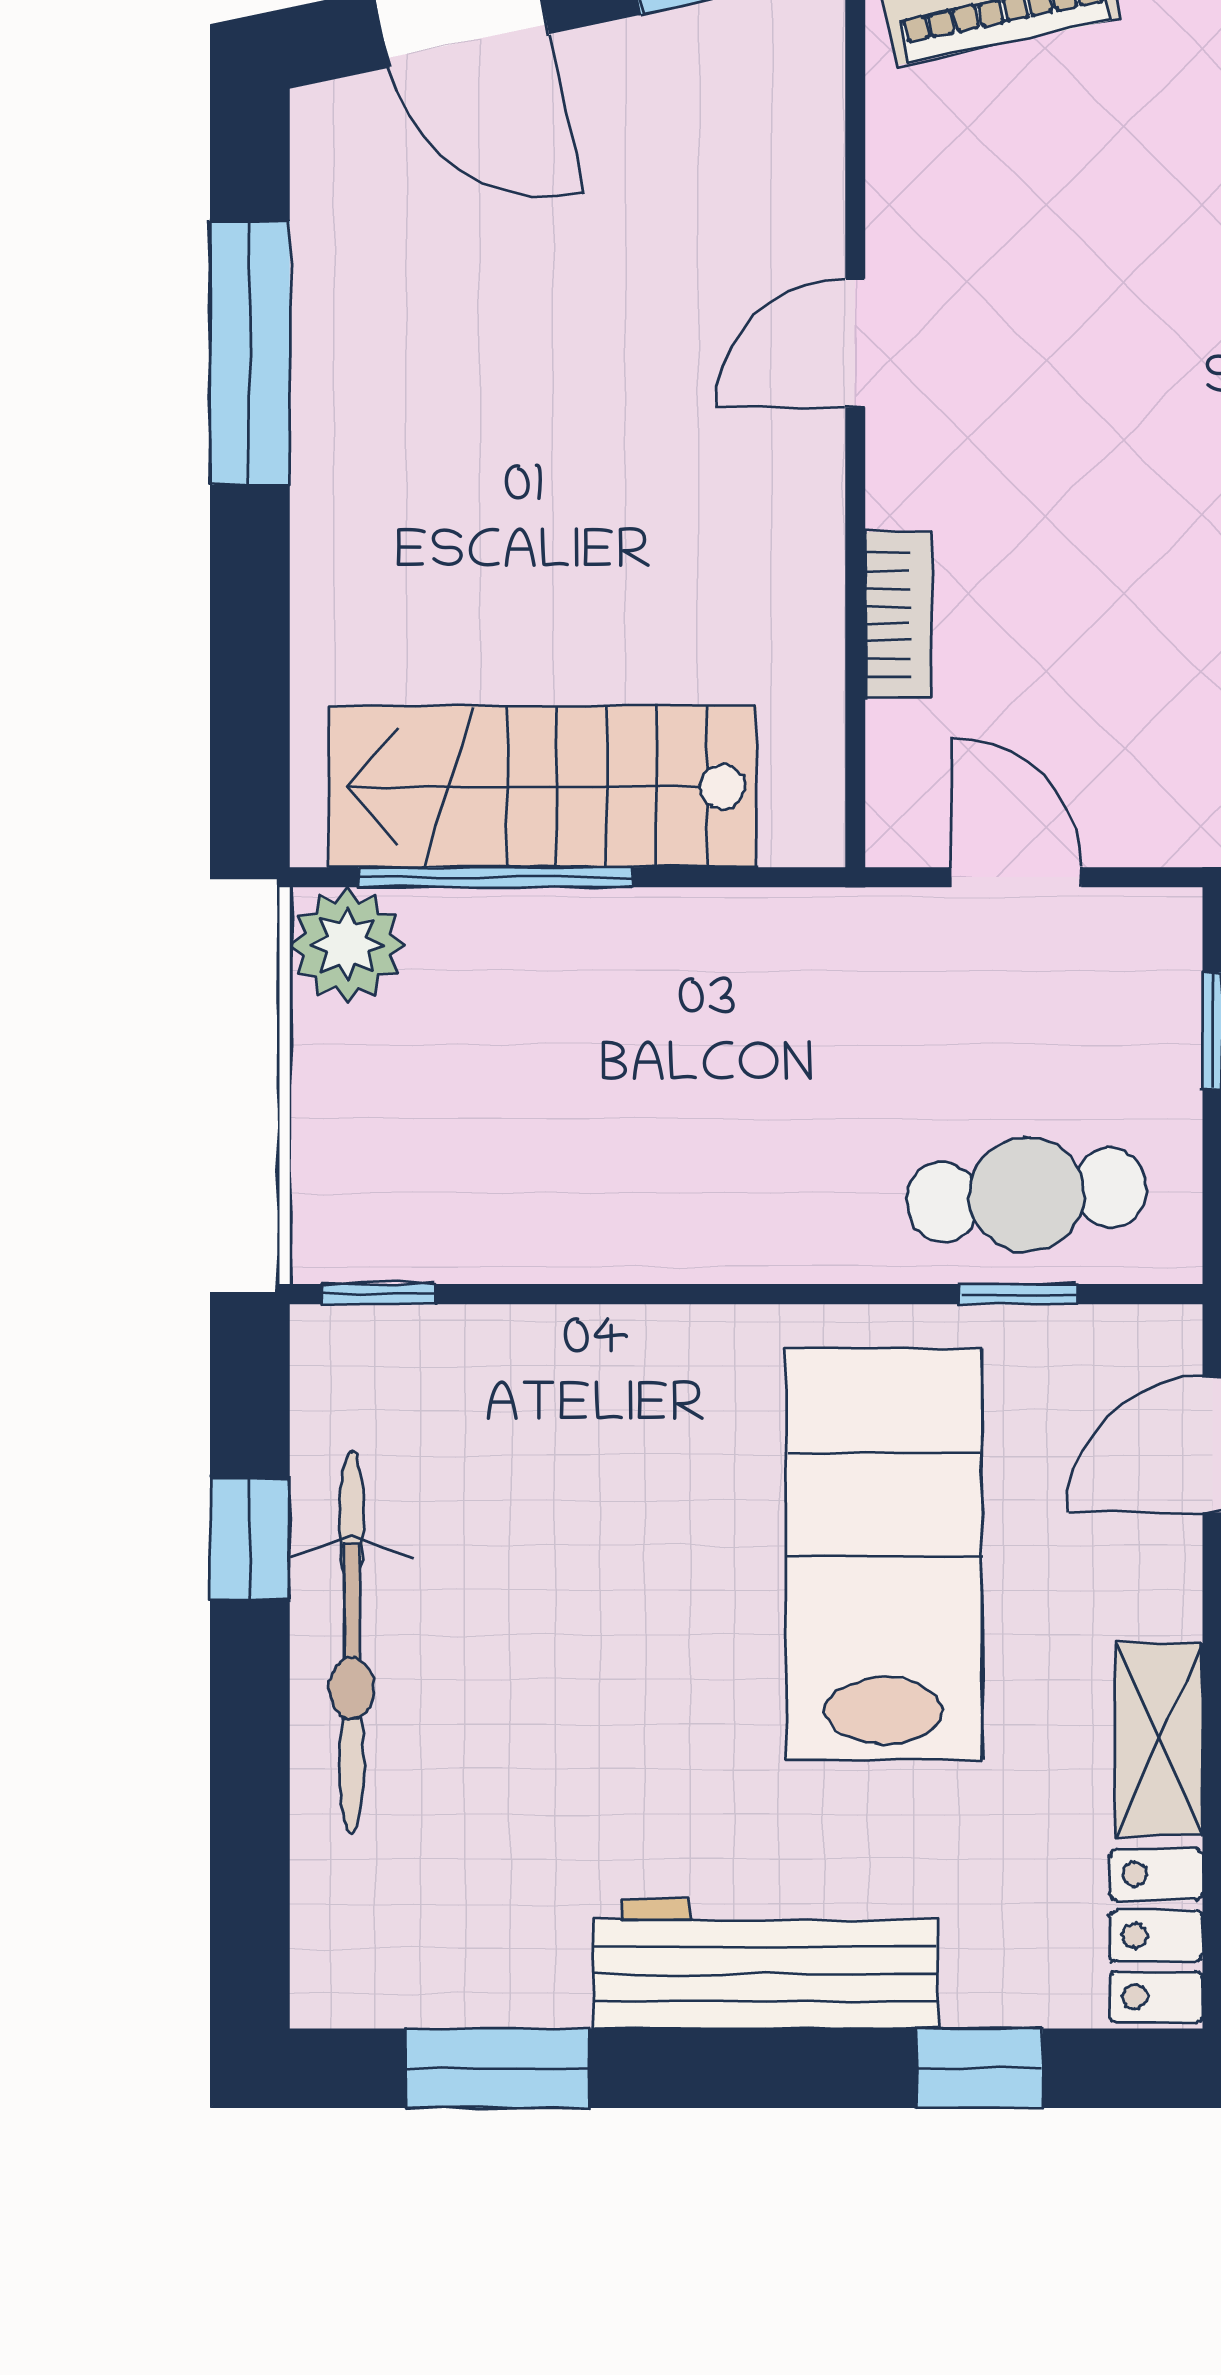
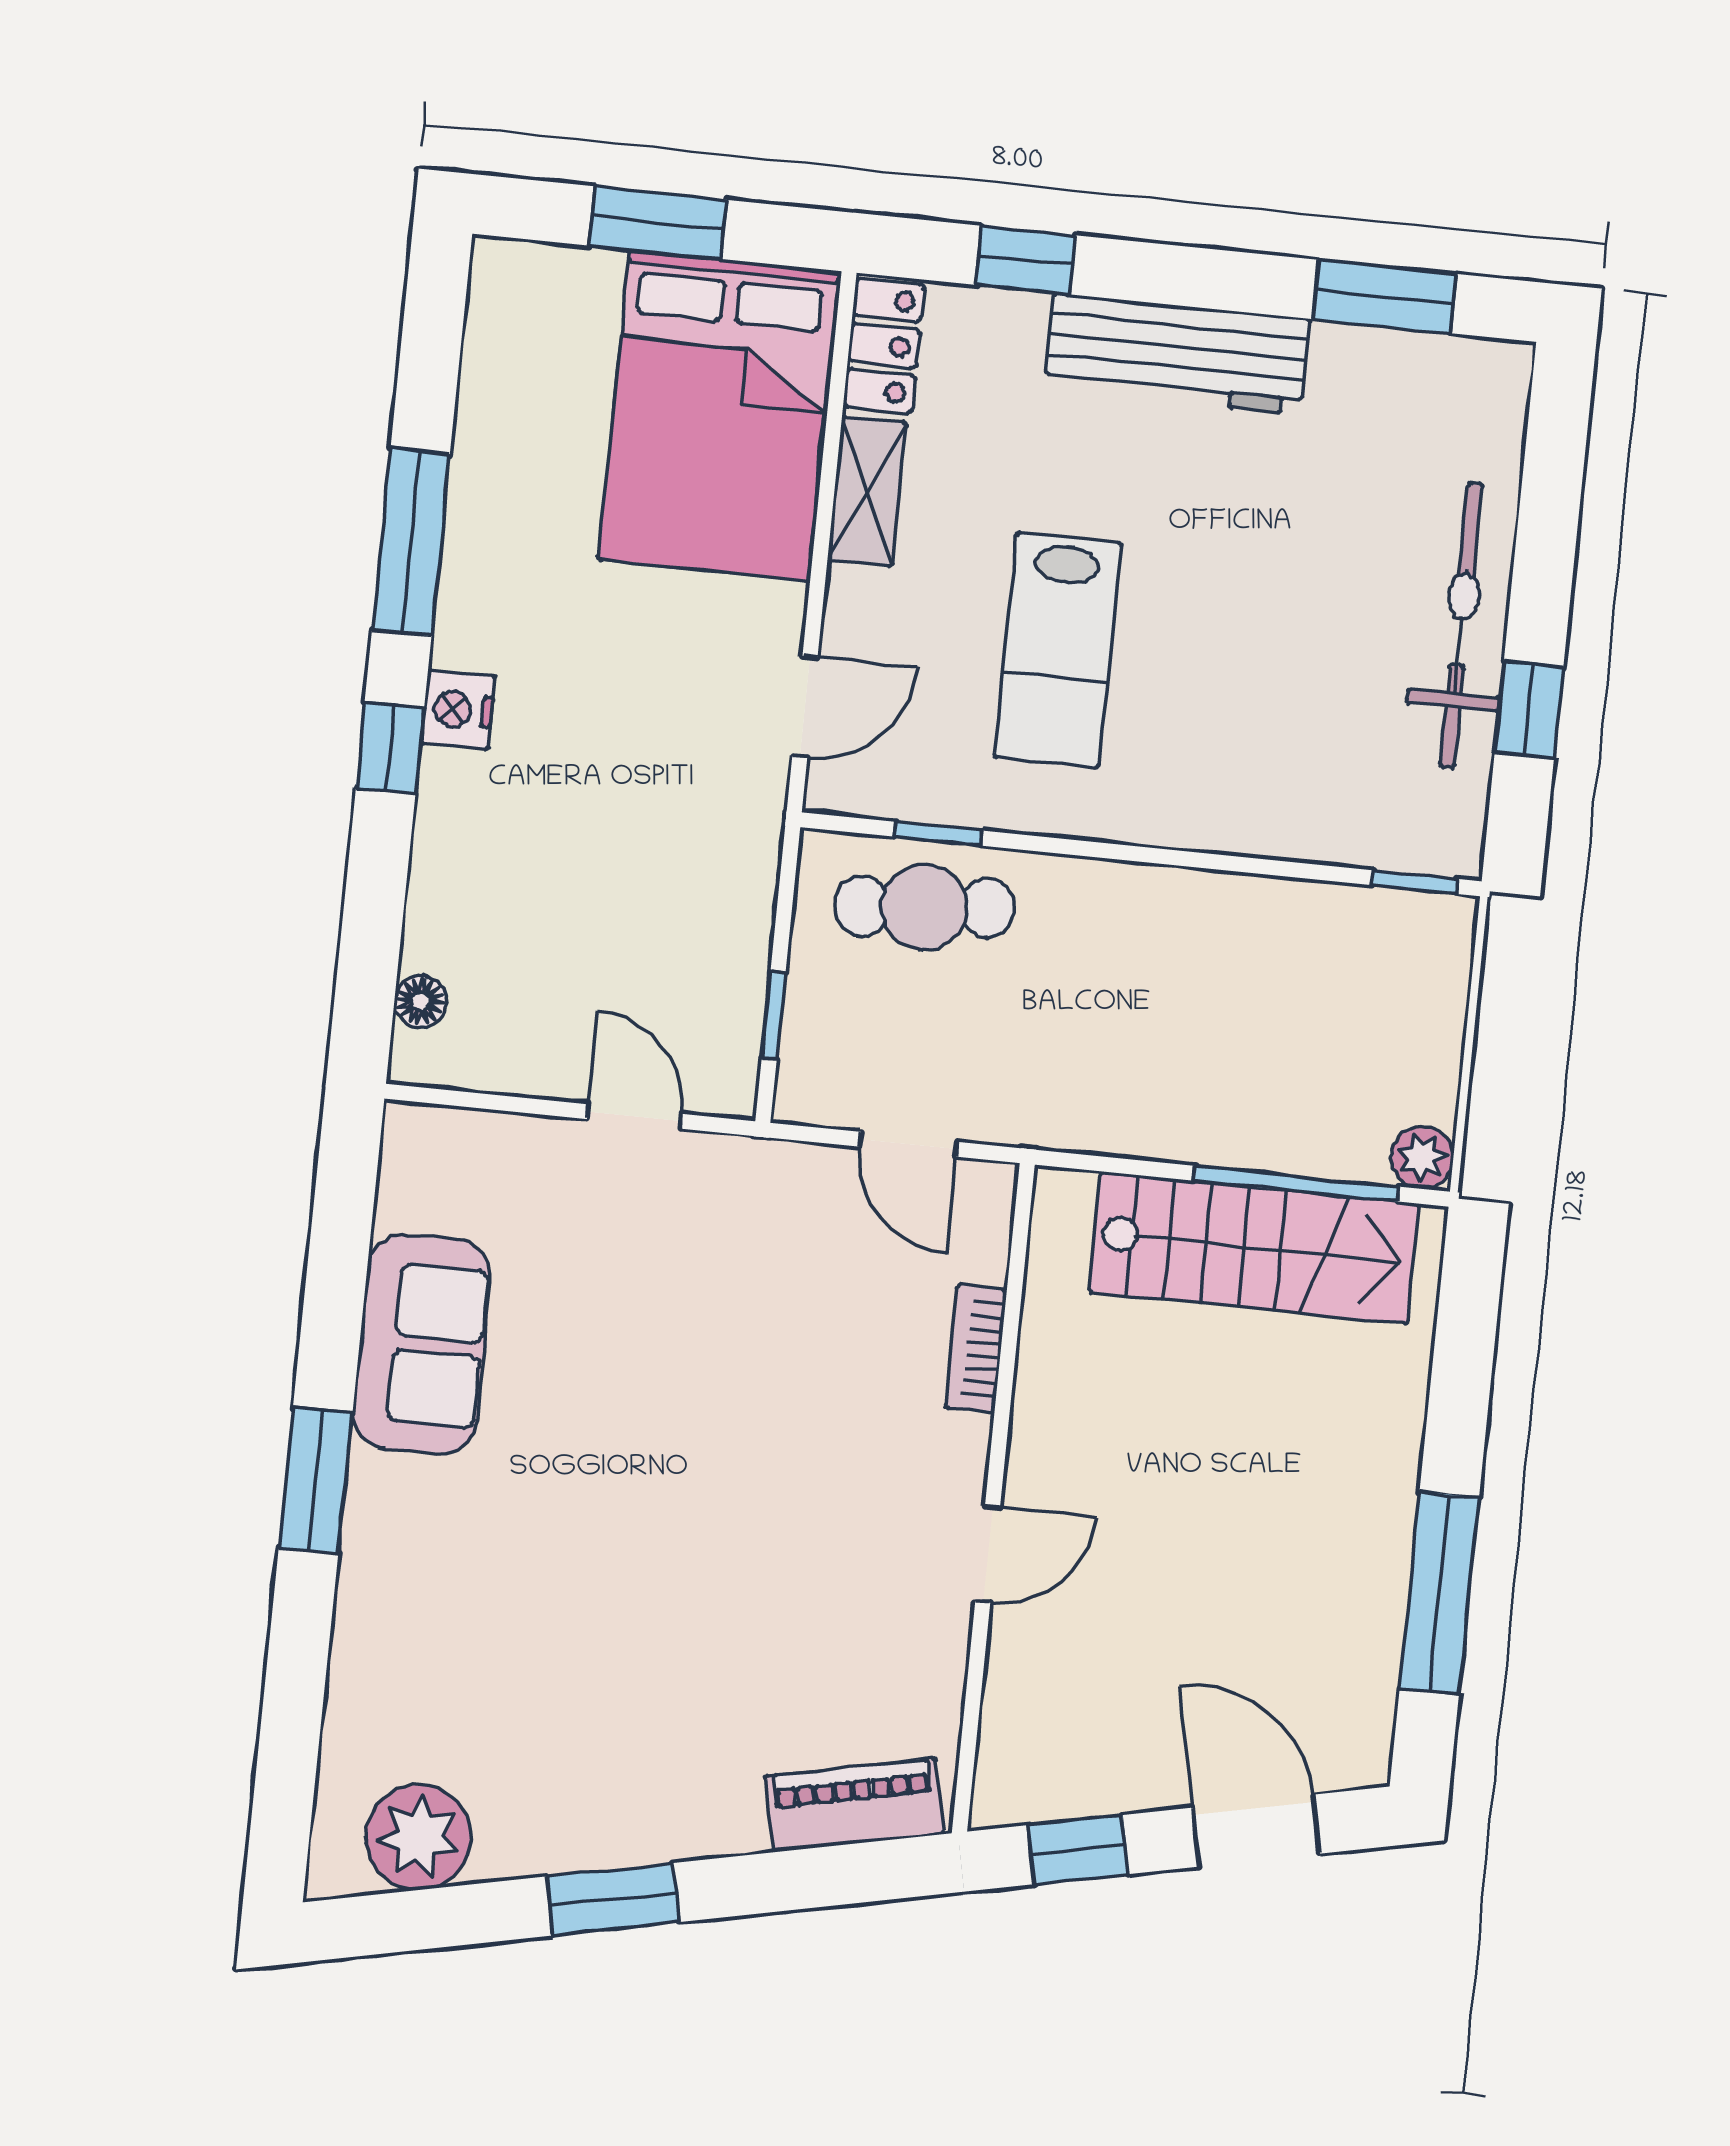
plant: (347, 945) -> (1422, 1158), width x0.73, depth x0.73
lab bench: (884, 1554) -> (1058, 650), width x0.73, depth x0.72

